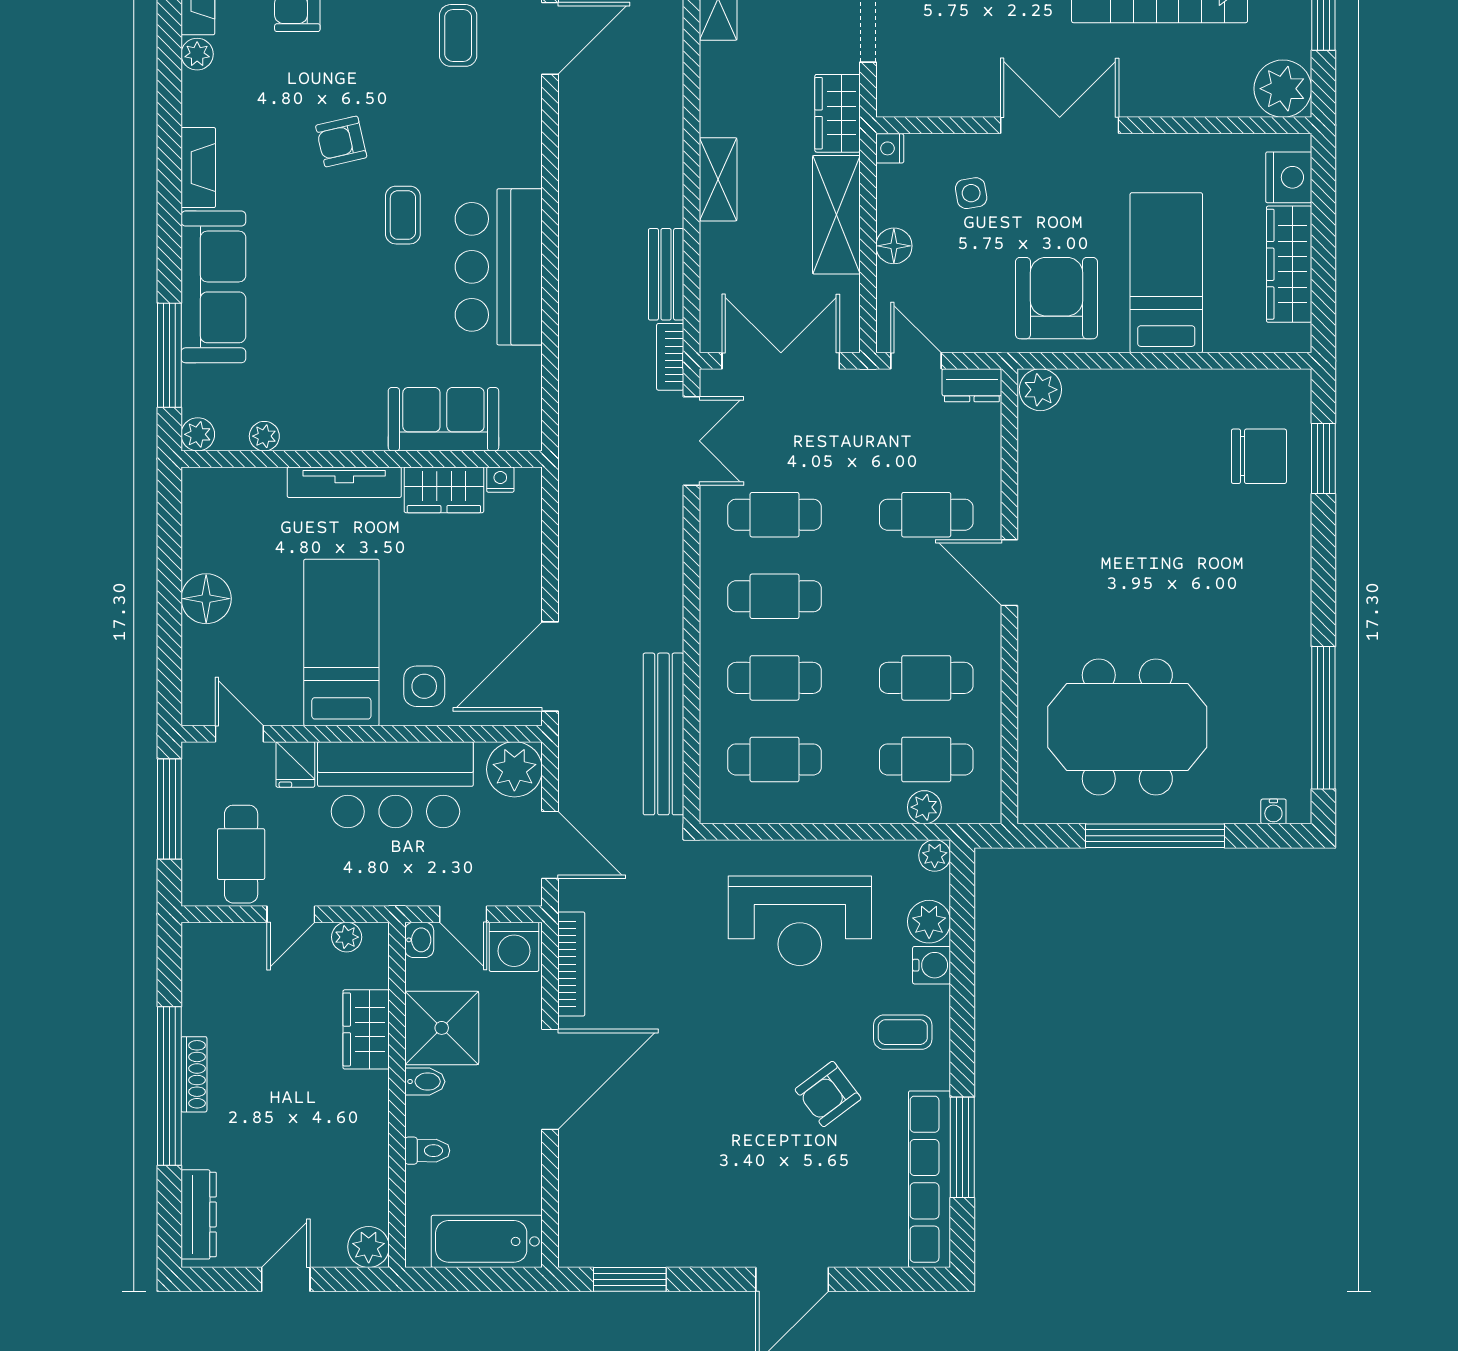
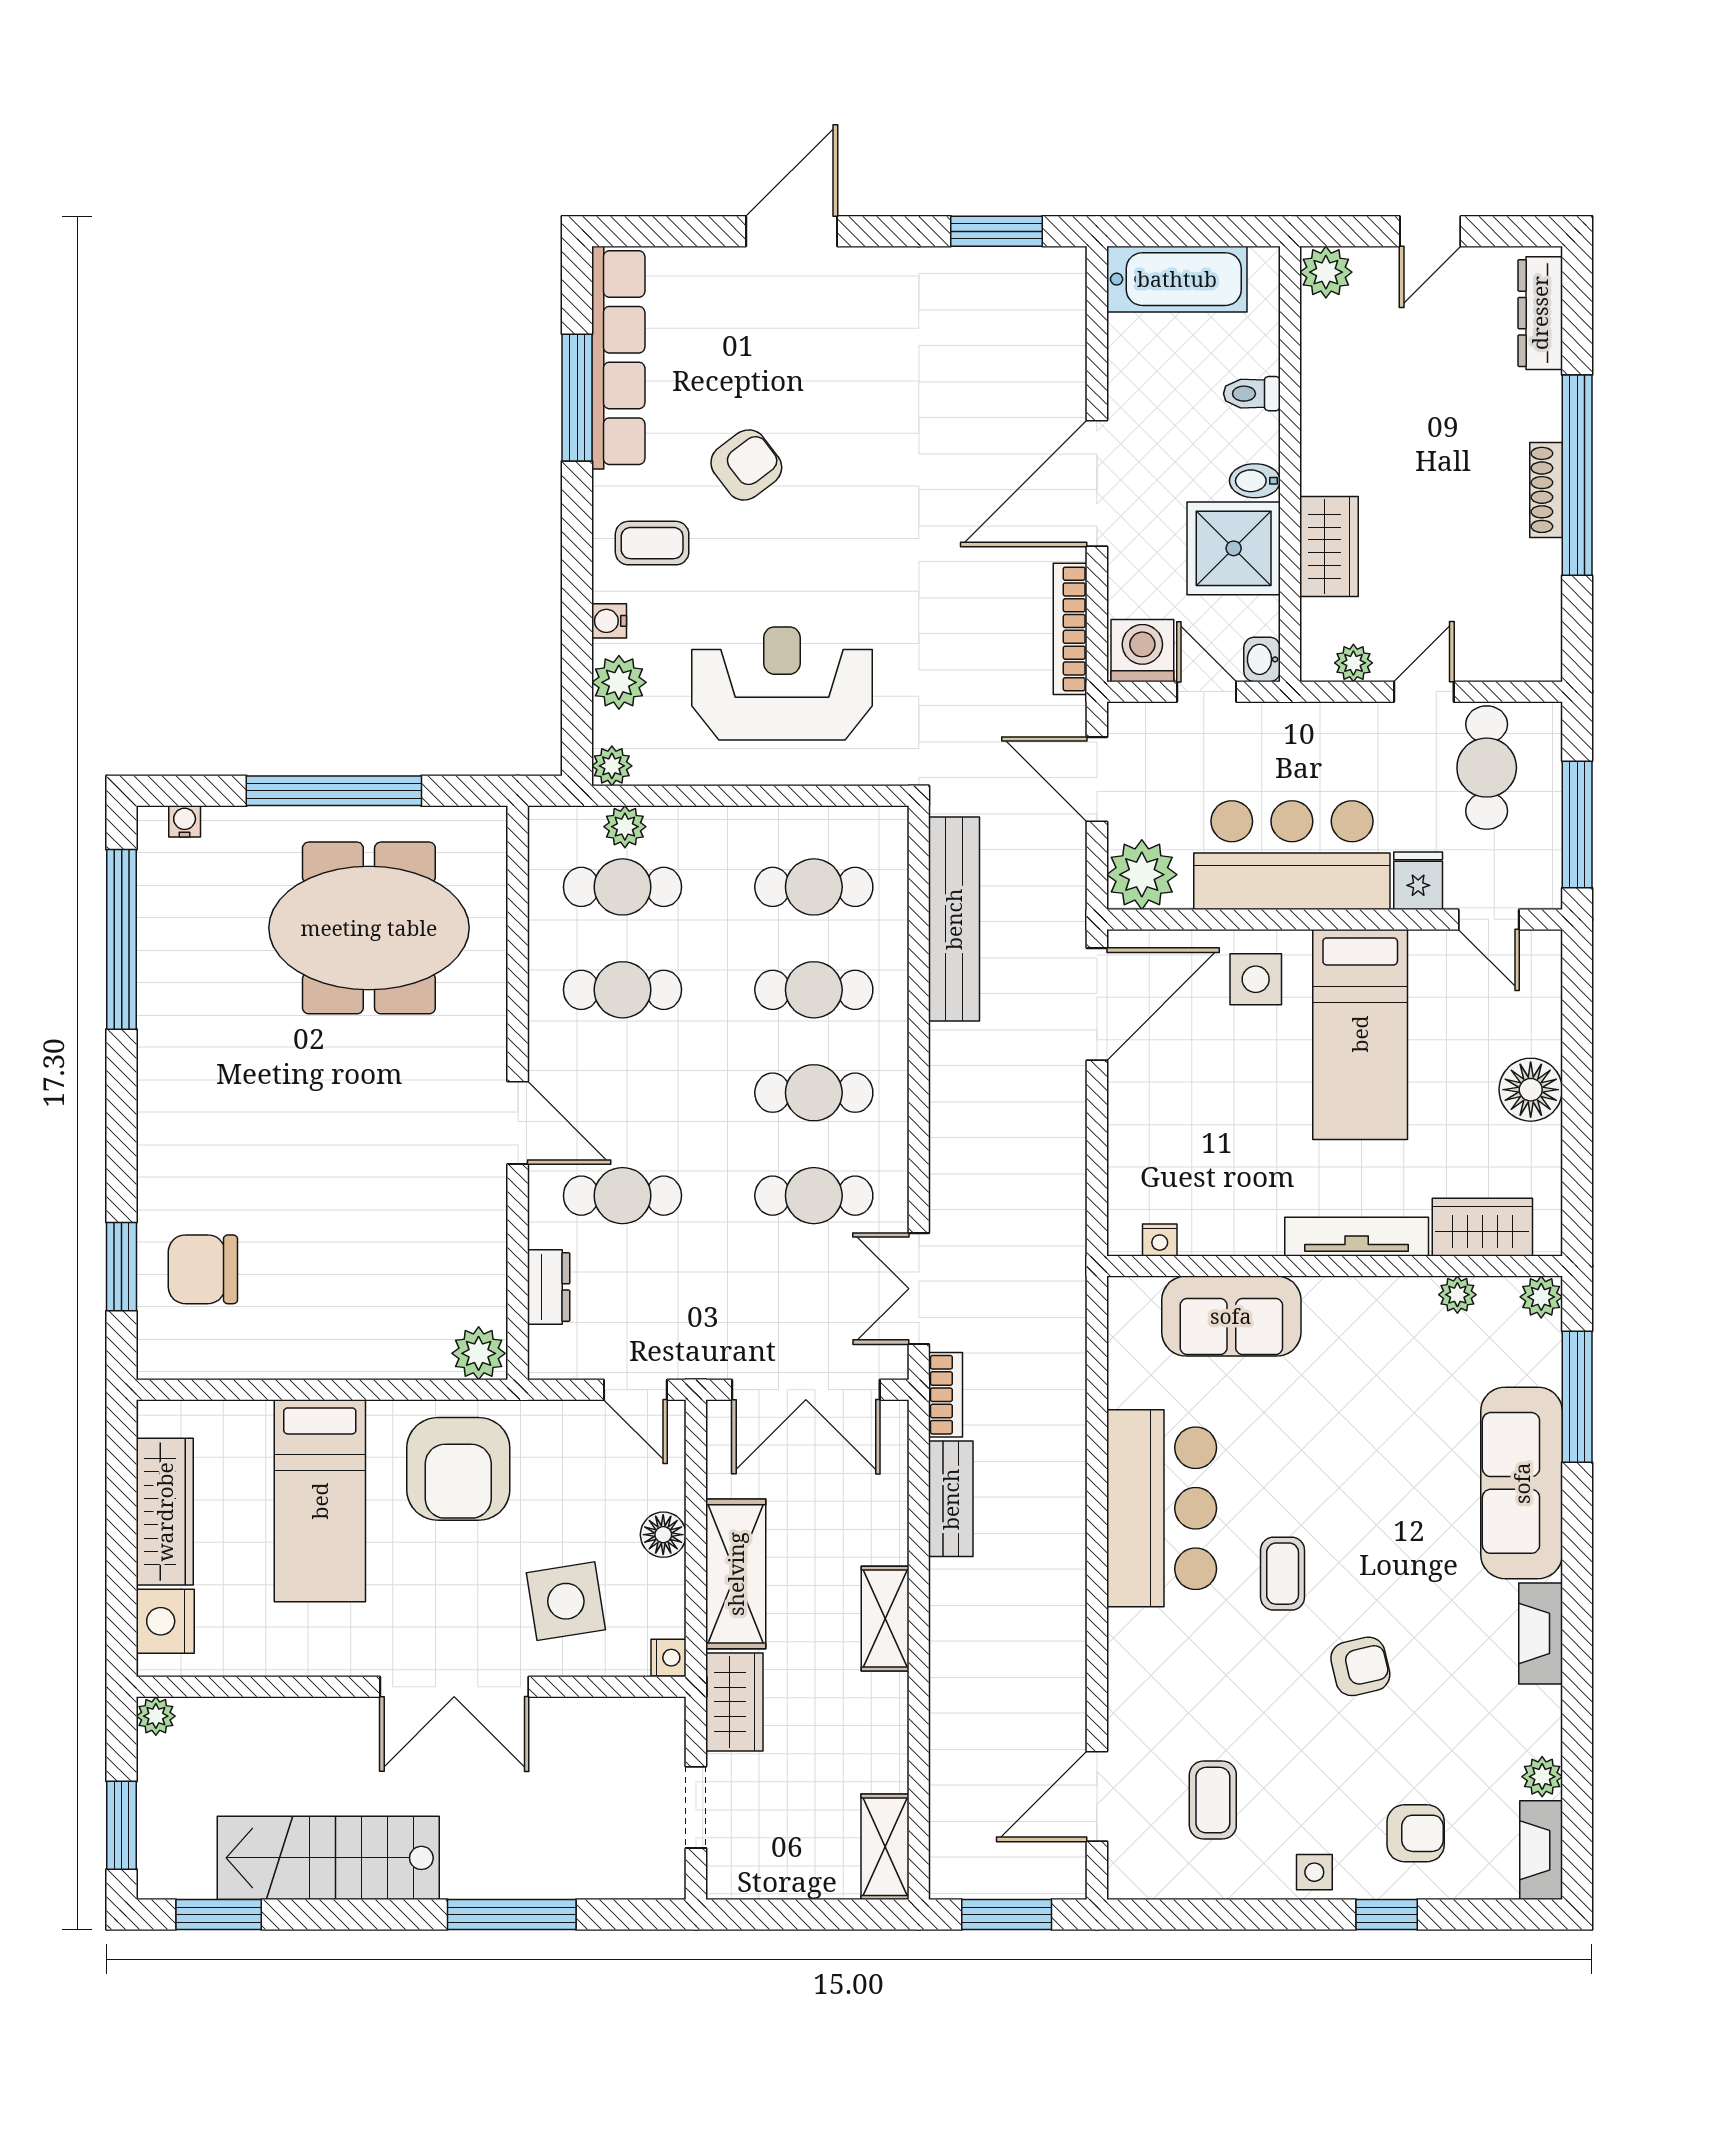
plant: (1283, 89) -> (156, 1716), width x0.53, depth x0.53
side table: (971, 193) -> (566, 1601), width x1.87, depth x1.87
dresser: (972, 385) -> (549, 1287), moved, turned 90
wardrobe: (444, 490) -> (1482, 1227), moved
water cooler: (932, 965) -> (609, 621), width x0.72, depth x0.72

